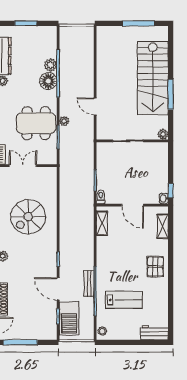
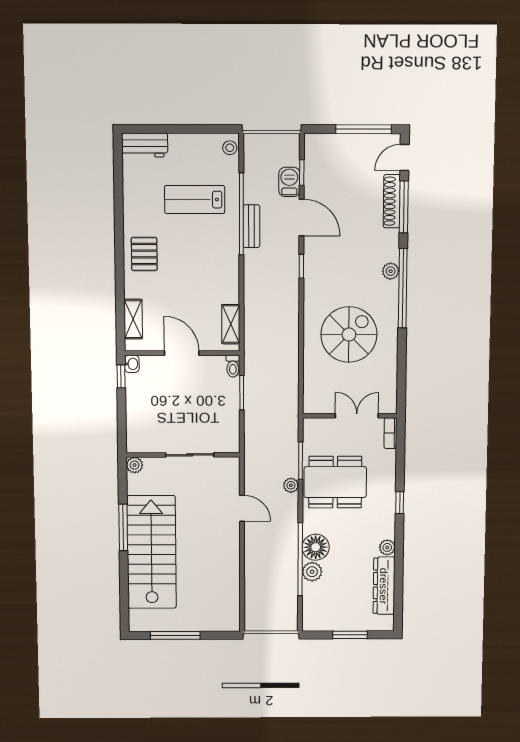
double door: (23, 166) -> (357, 416), swing flipped
barbecue: (69, 318) -> (289, 182), width x0.53, depth x0.65

